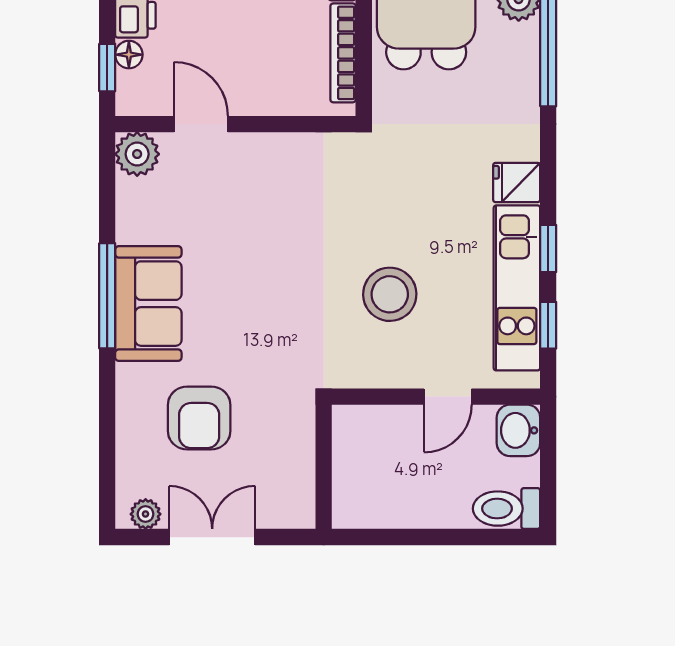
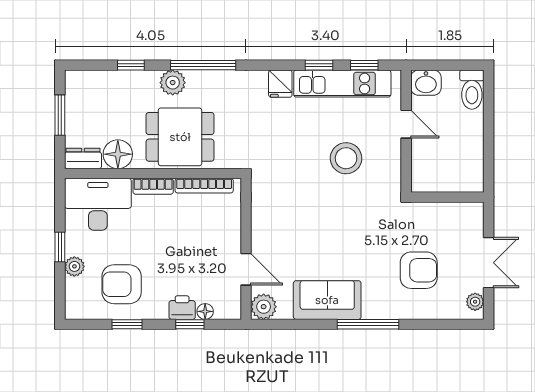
window: (107, 68) -> (190, 324), moved
door: (201, 124) -> (246, 269), swing flipped
window: (107, 296) -> (368, 324), moved
sofa: (148, 304) -> (327, 300), moved
double door: (212, 537) -> (489, 263), swing flipped

